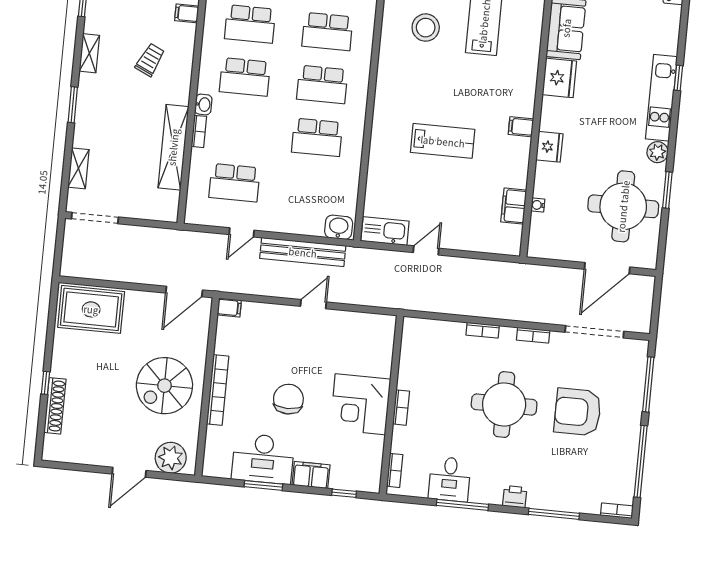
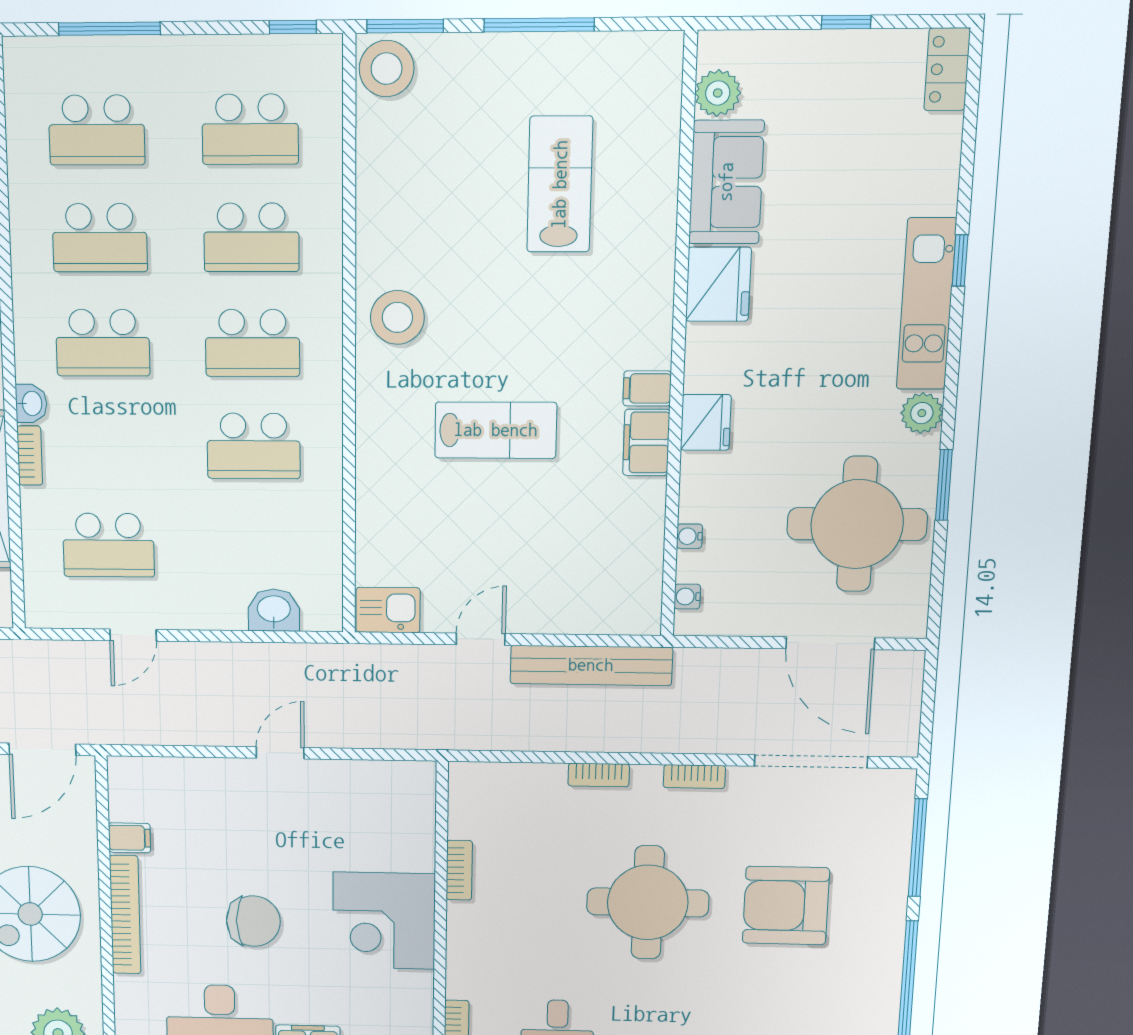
stool: (426, 28) -> (397, 317), moved
filing cabinet: (514, 206) -> (646, 442), moved
washbasin: (339, 227) -> (274, 610), moved
kitchen sink: (385, 231) -> (388, 610), width x0.73
water cooler: (535, 237) -> (687, 597), added
bench: (303, 252) -> (591, 665), moved
door: (607, 268) -> (830, 643), hinge flipped
filing cabinet: (229, 308) -> (129, 838), moved
chair: (288, 399) -> (253, 921), turned 90
bookcase: (401, 408) -> (459, 870), moved

